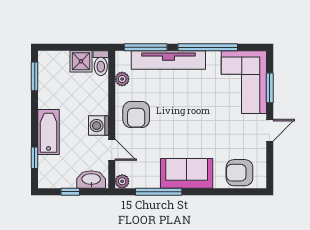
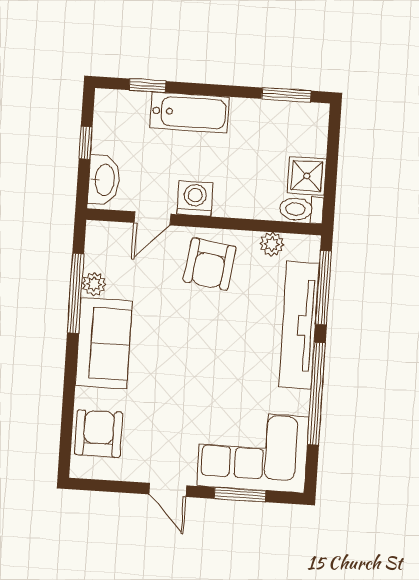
armchair: (136, 115) -> (210, 264), turned -82
plant: (122, 181) -> (94, 284), moved

